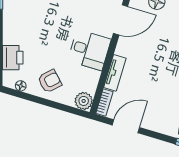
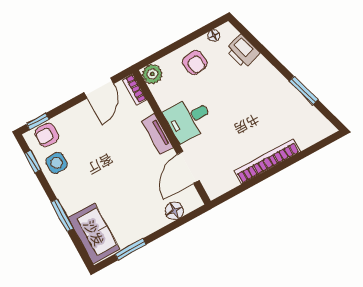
tv unit: (115, 73) -> (157, 134), moved
armchair: (50, 81) -> (195, 62), turned -53

